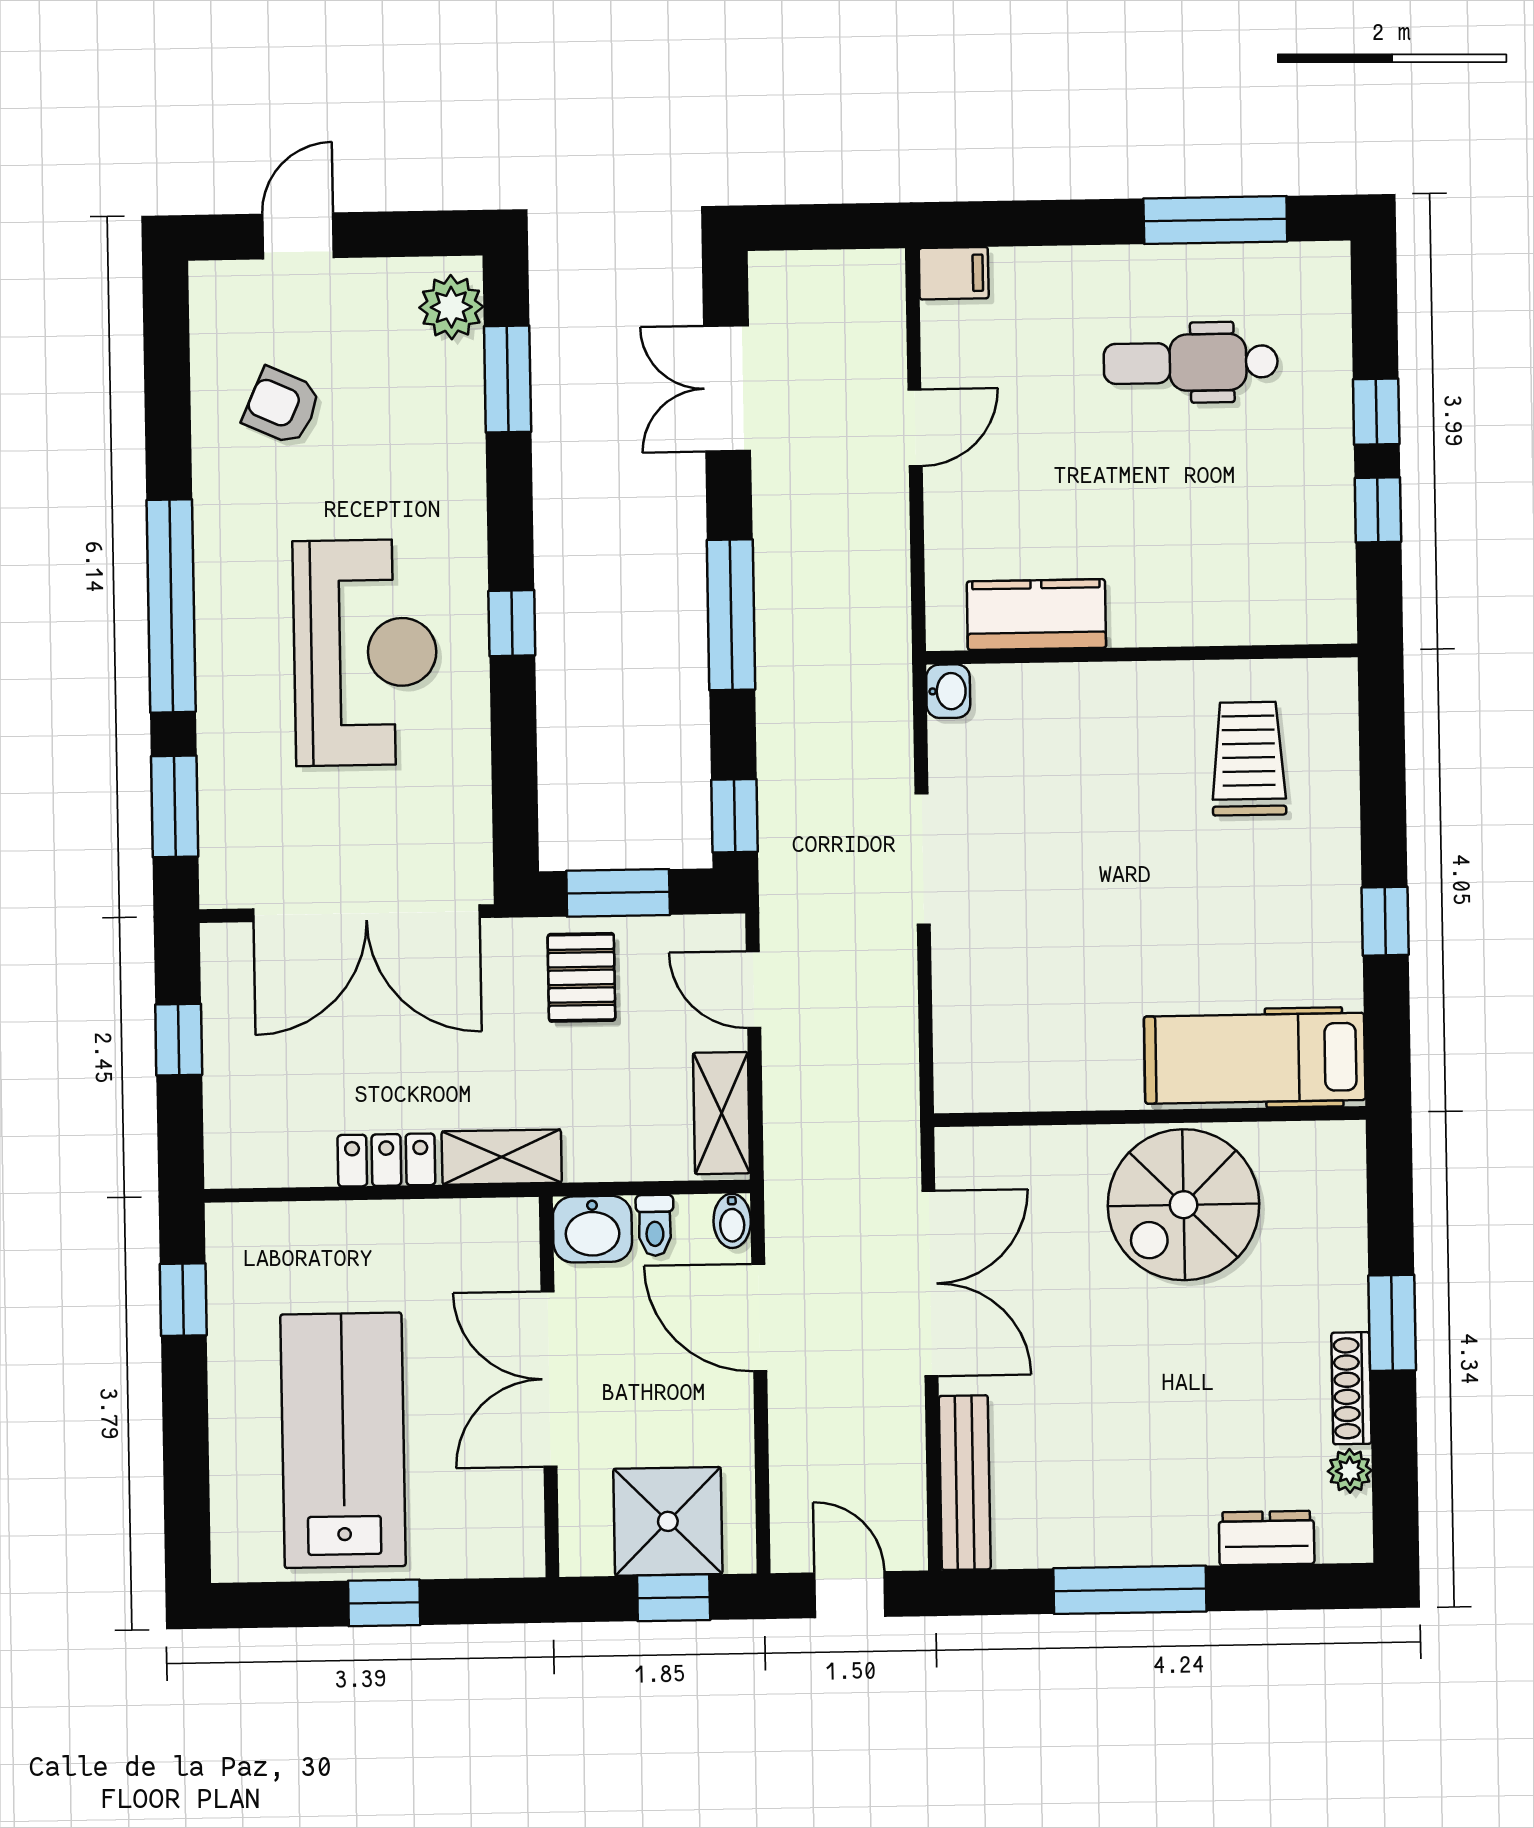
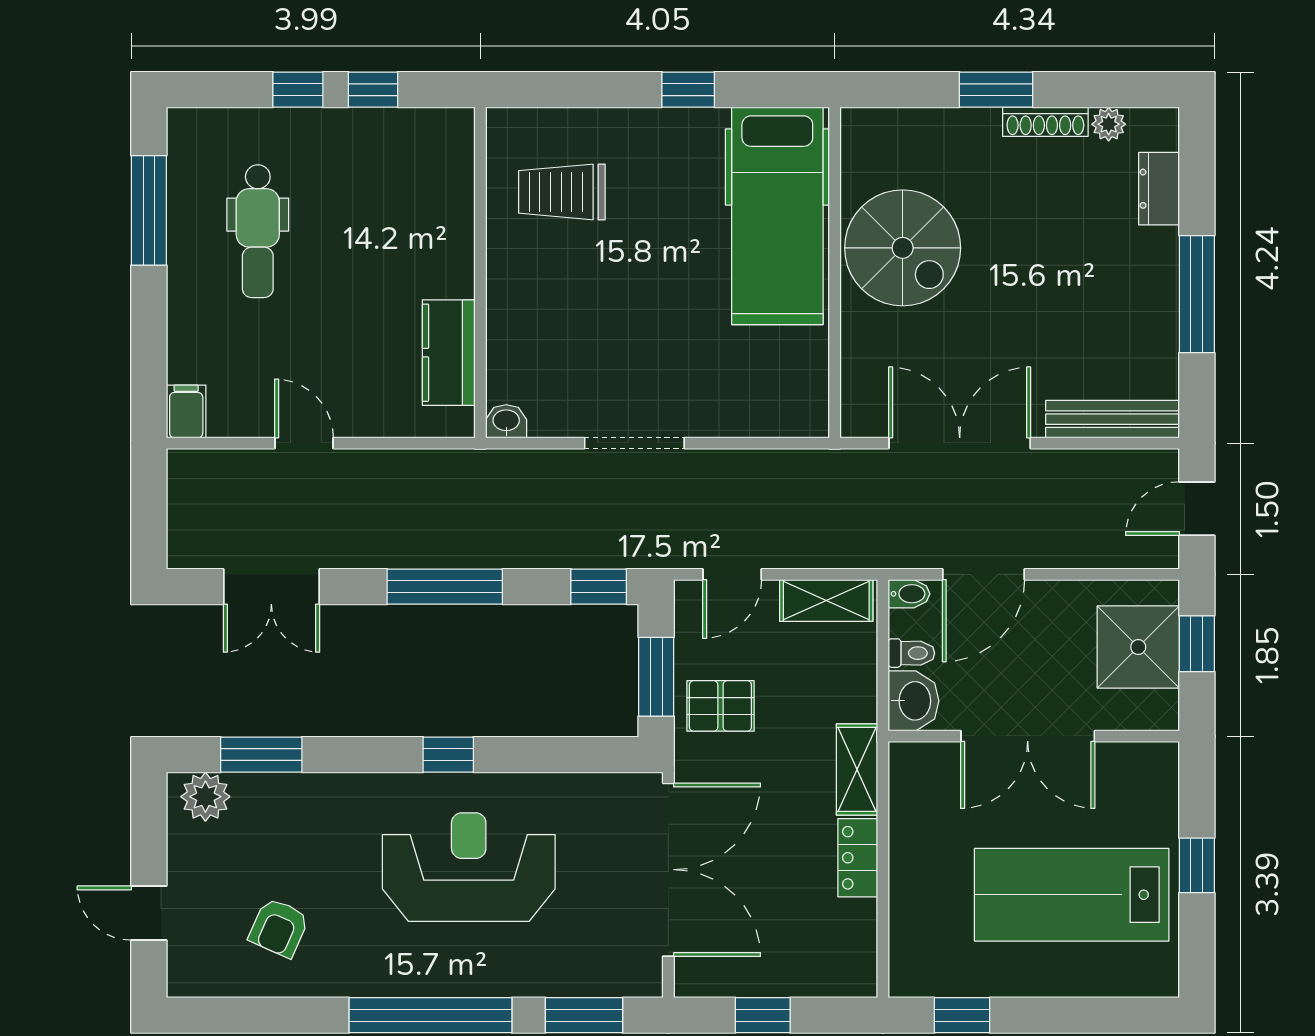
hospital bed: (1255, 1058) -> (777, 216), width x1.37, depth x1.29

